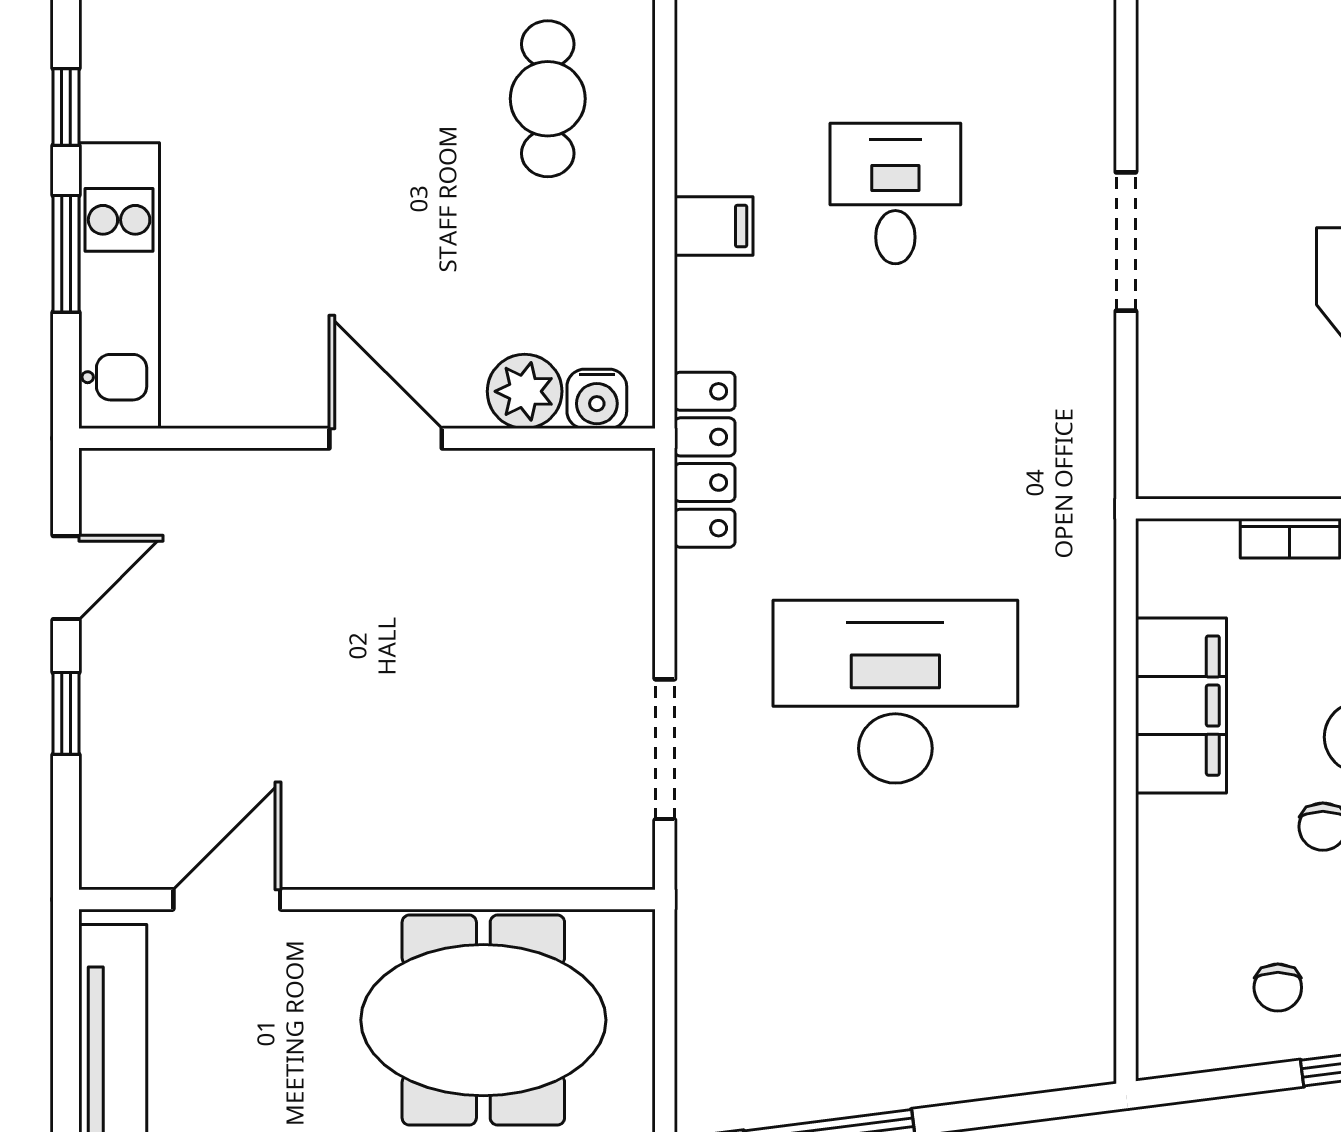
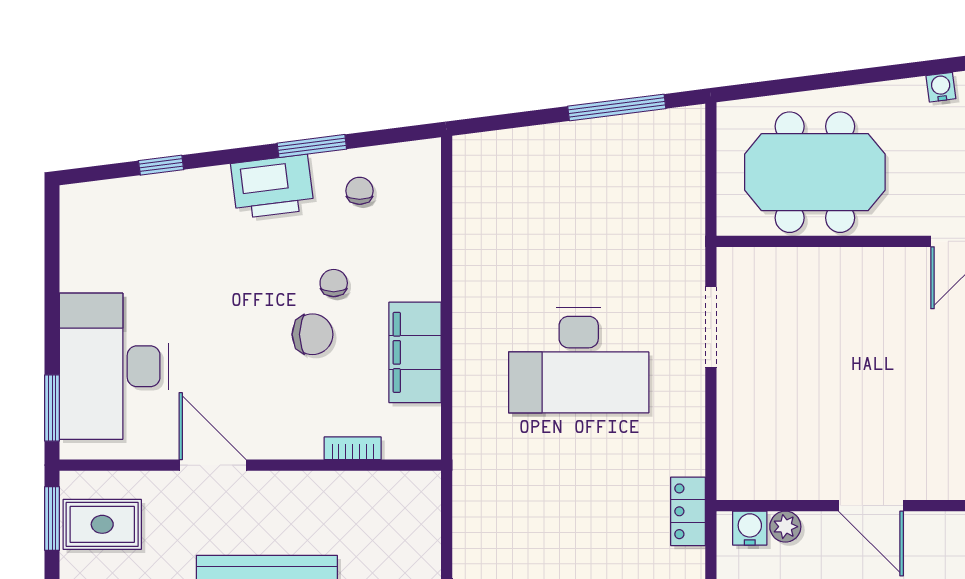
plant: (525, 391) -> (785, 527), width x0.73, depth x0.73
locker: (705, 460) -> (688, 511), width x0.66

